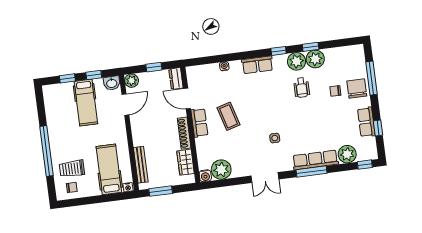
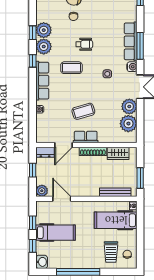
row of seats: (257, 65) -> (42, 81), width x1.48
washbasin: (112, 83) -> (42, 262), moved
wheelchair: (302, 88) -> (84, 44), moved
coffee table: (276, 96) -> (71, 68), added
window: (47, 151) -> (78, 272), moved
plant: (347, 154) -> (129, 106), moved
water cooler: (205, 176) -> (132, 67), moved

